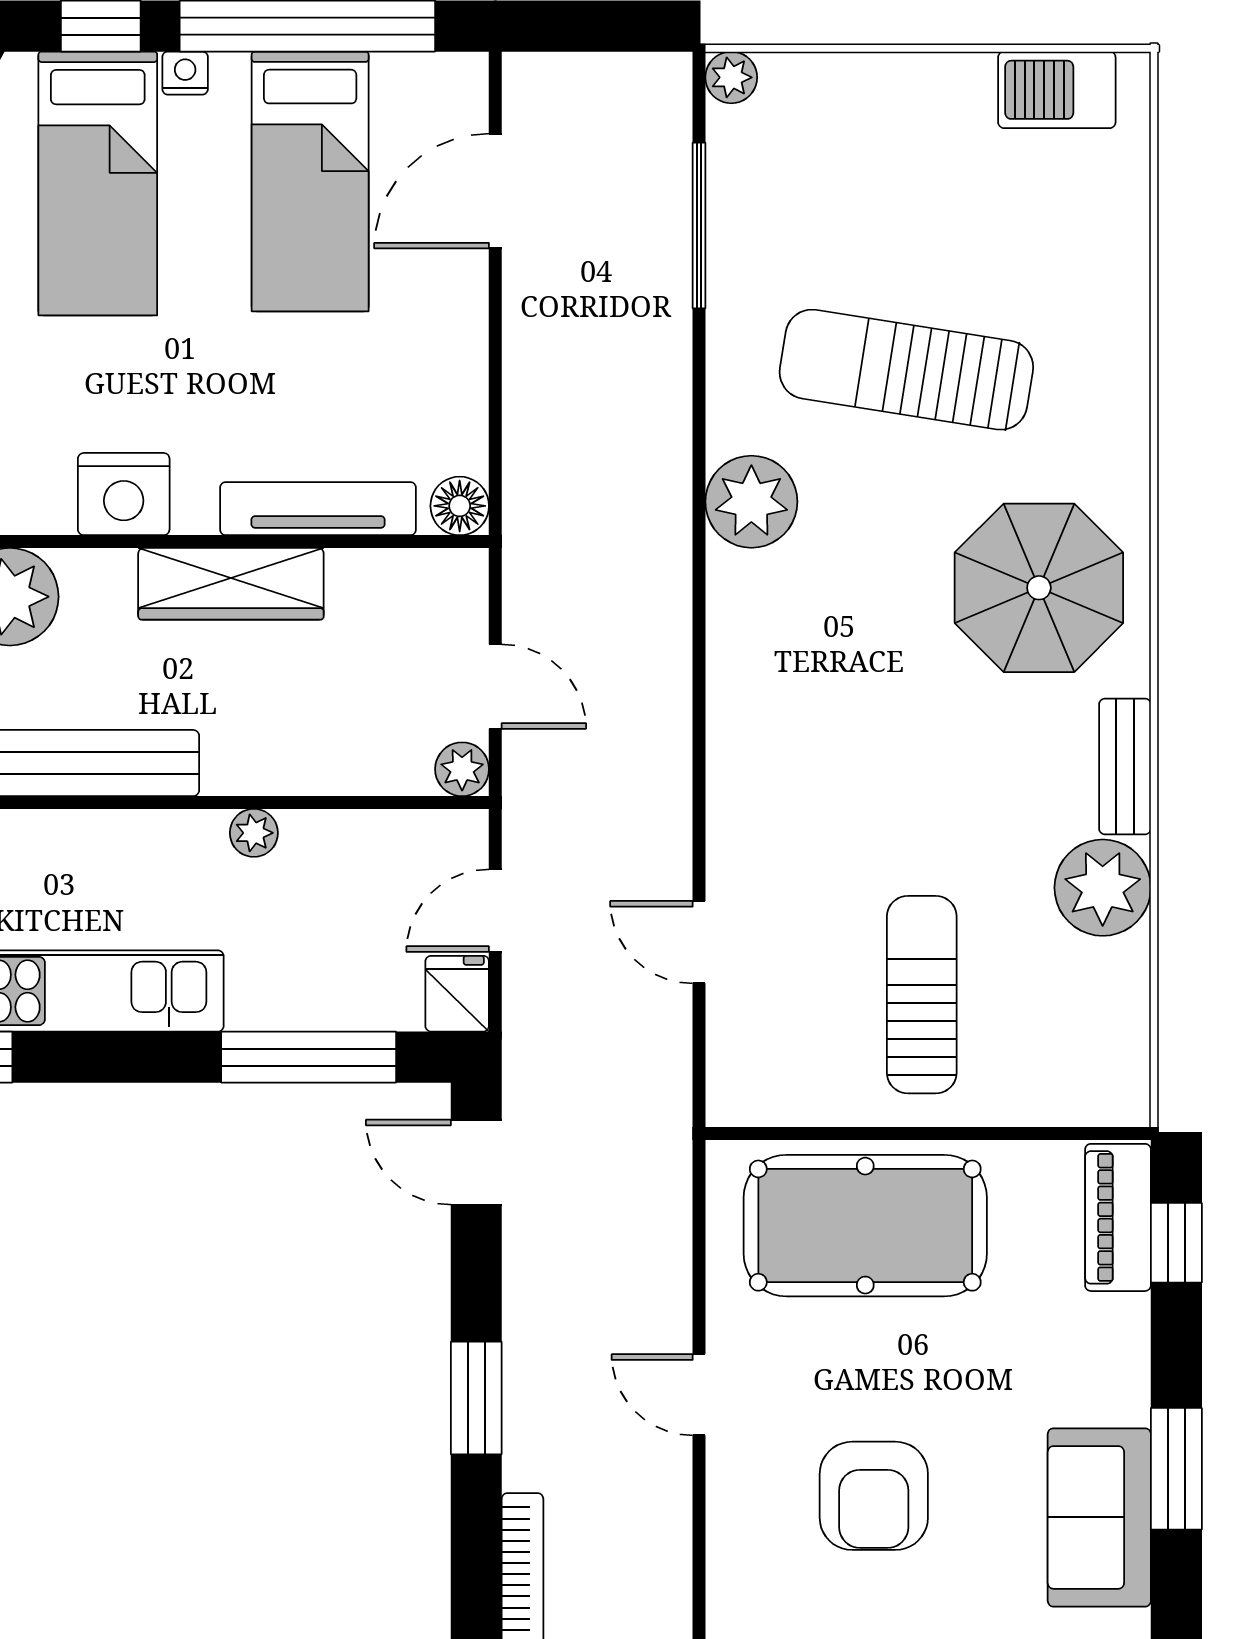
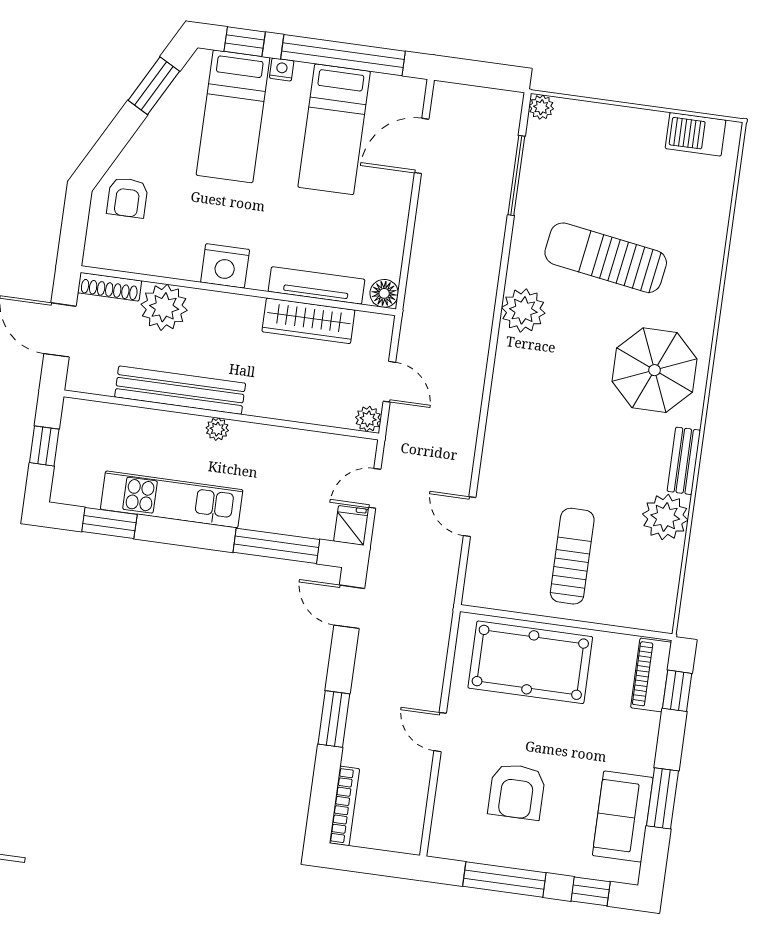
wardrobe: (231, 584) -> (308, 321), moved
plant: (254, 833) -> (217, 429), moved

